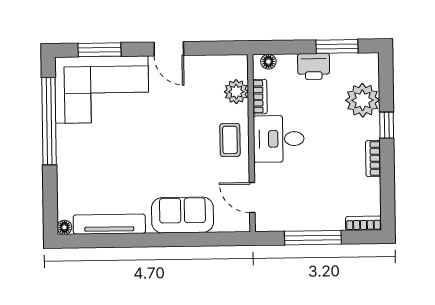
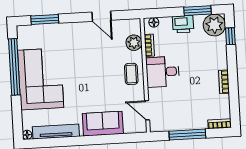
door: (169, 49) -> (101, 16), moved
corner sofa: (102, 90) -> (41, 79), moved, turned -90
plant: (363, 100) -> (214, 25), moved
window: (387, 125) -> (230, 36), moved

